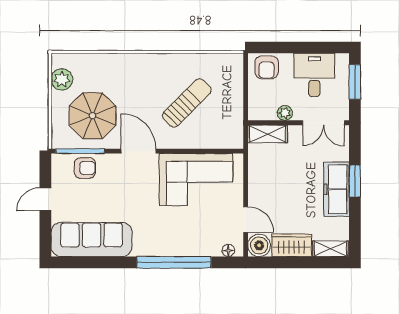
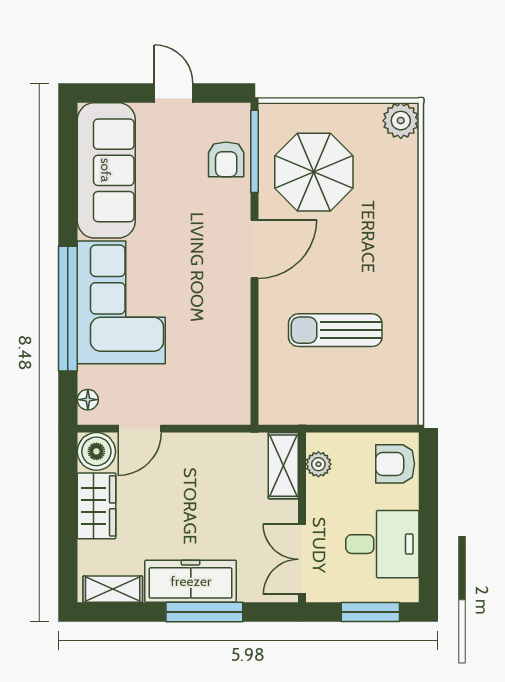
plant: (62, 79) -> (401, 121), moved
sun lounger: (187, 103) -> (335, 330), turned 135
plant: (285, 113) -> (318, 464), moved
corner sofa: (196, 180) -> (121, 302), moved, turned 180
window: (355, 181) -> (204, 612), width x1.44
shelving: (330, 249) -> (113, 589), moved, turned 90

